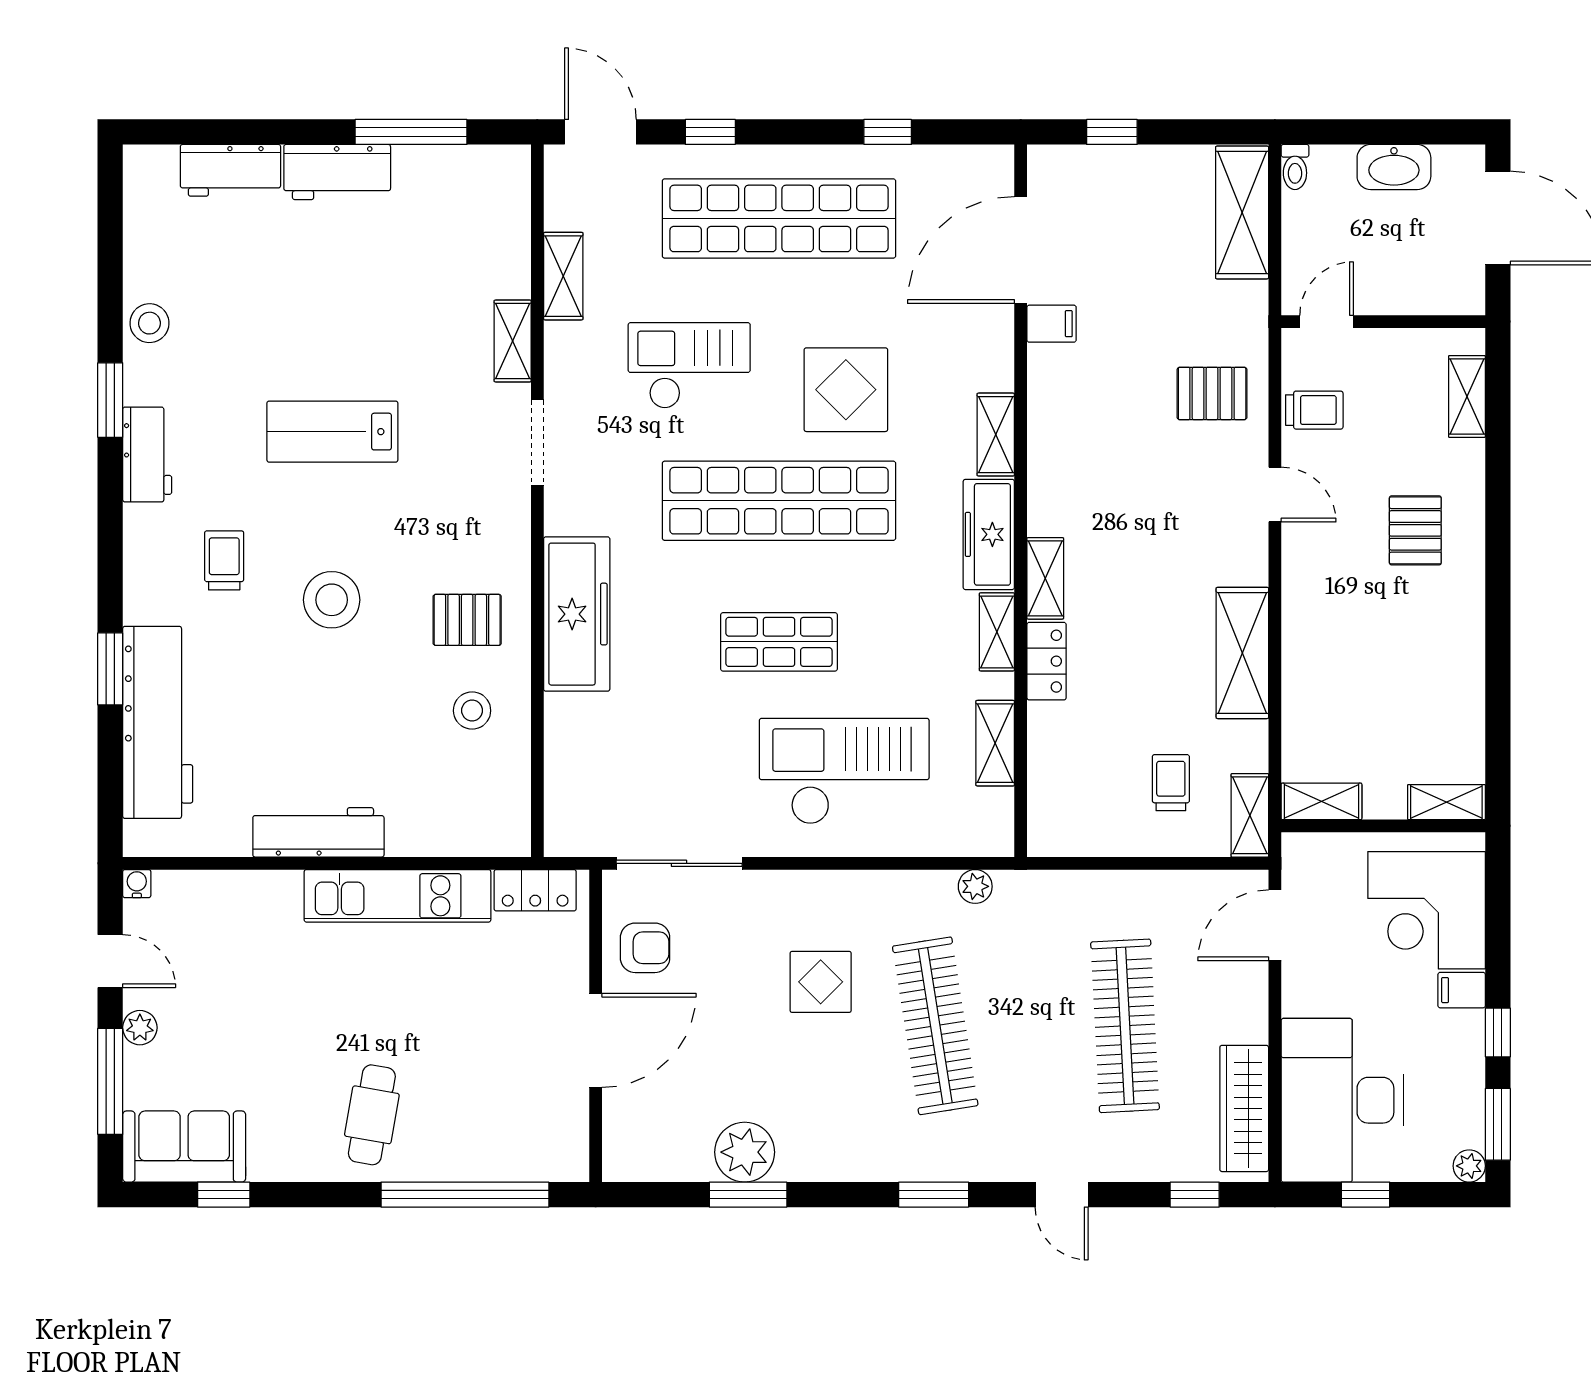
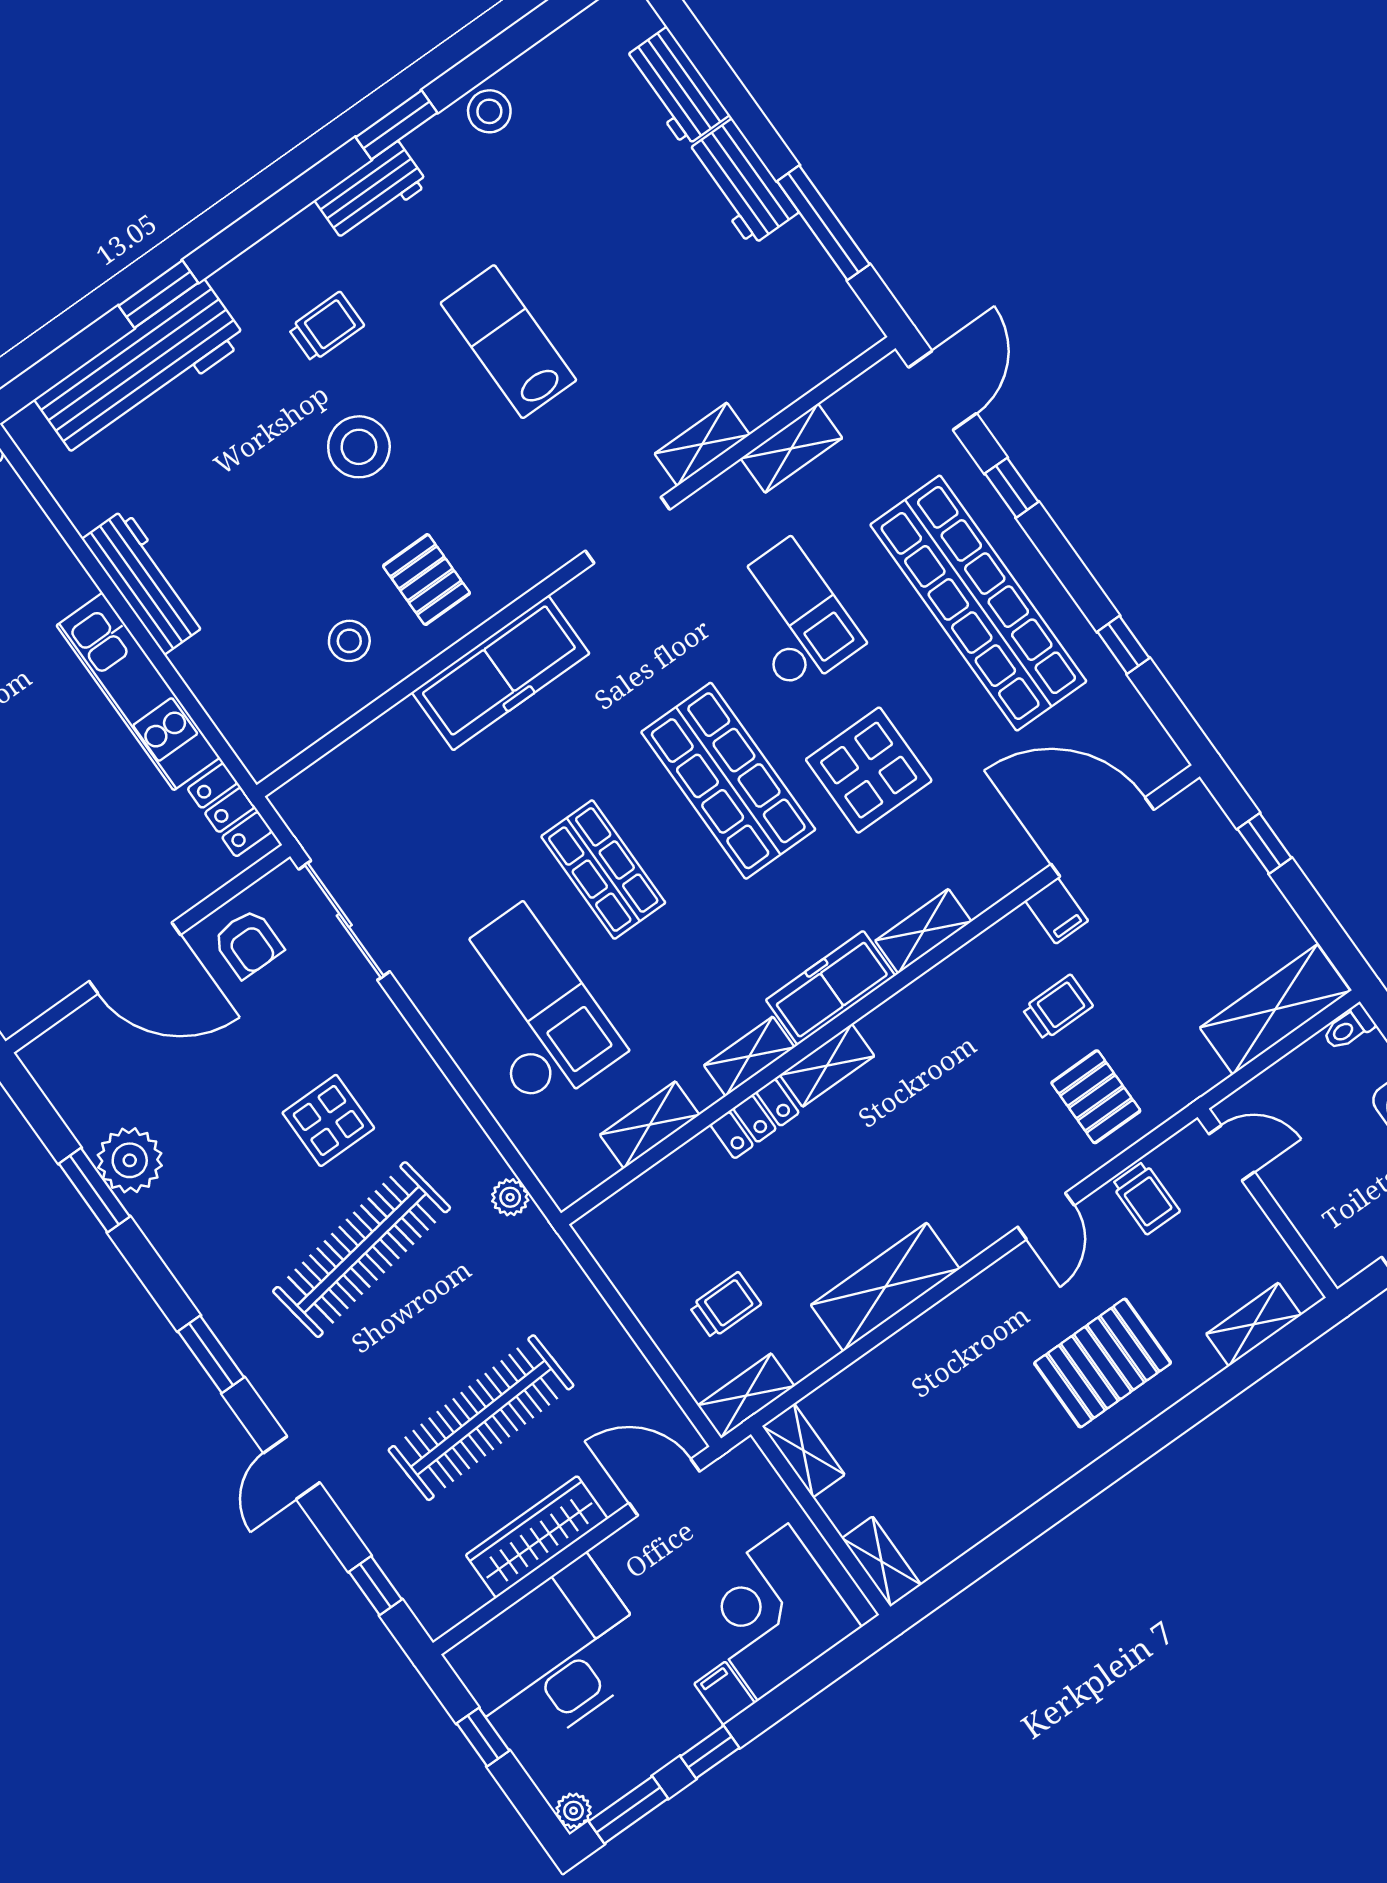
trolley: (1124, 374) -> (1058, 1007), added
shop shelf: (779, 501) -> (728, 781), width x0.71
pallet: (1415, 530) -> (1103, 1363), width x1.50, depth x1.42
wardrobe: (1244, 1108) -> (537, 1537), moved

